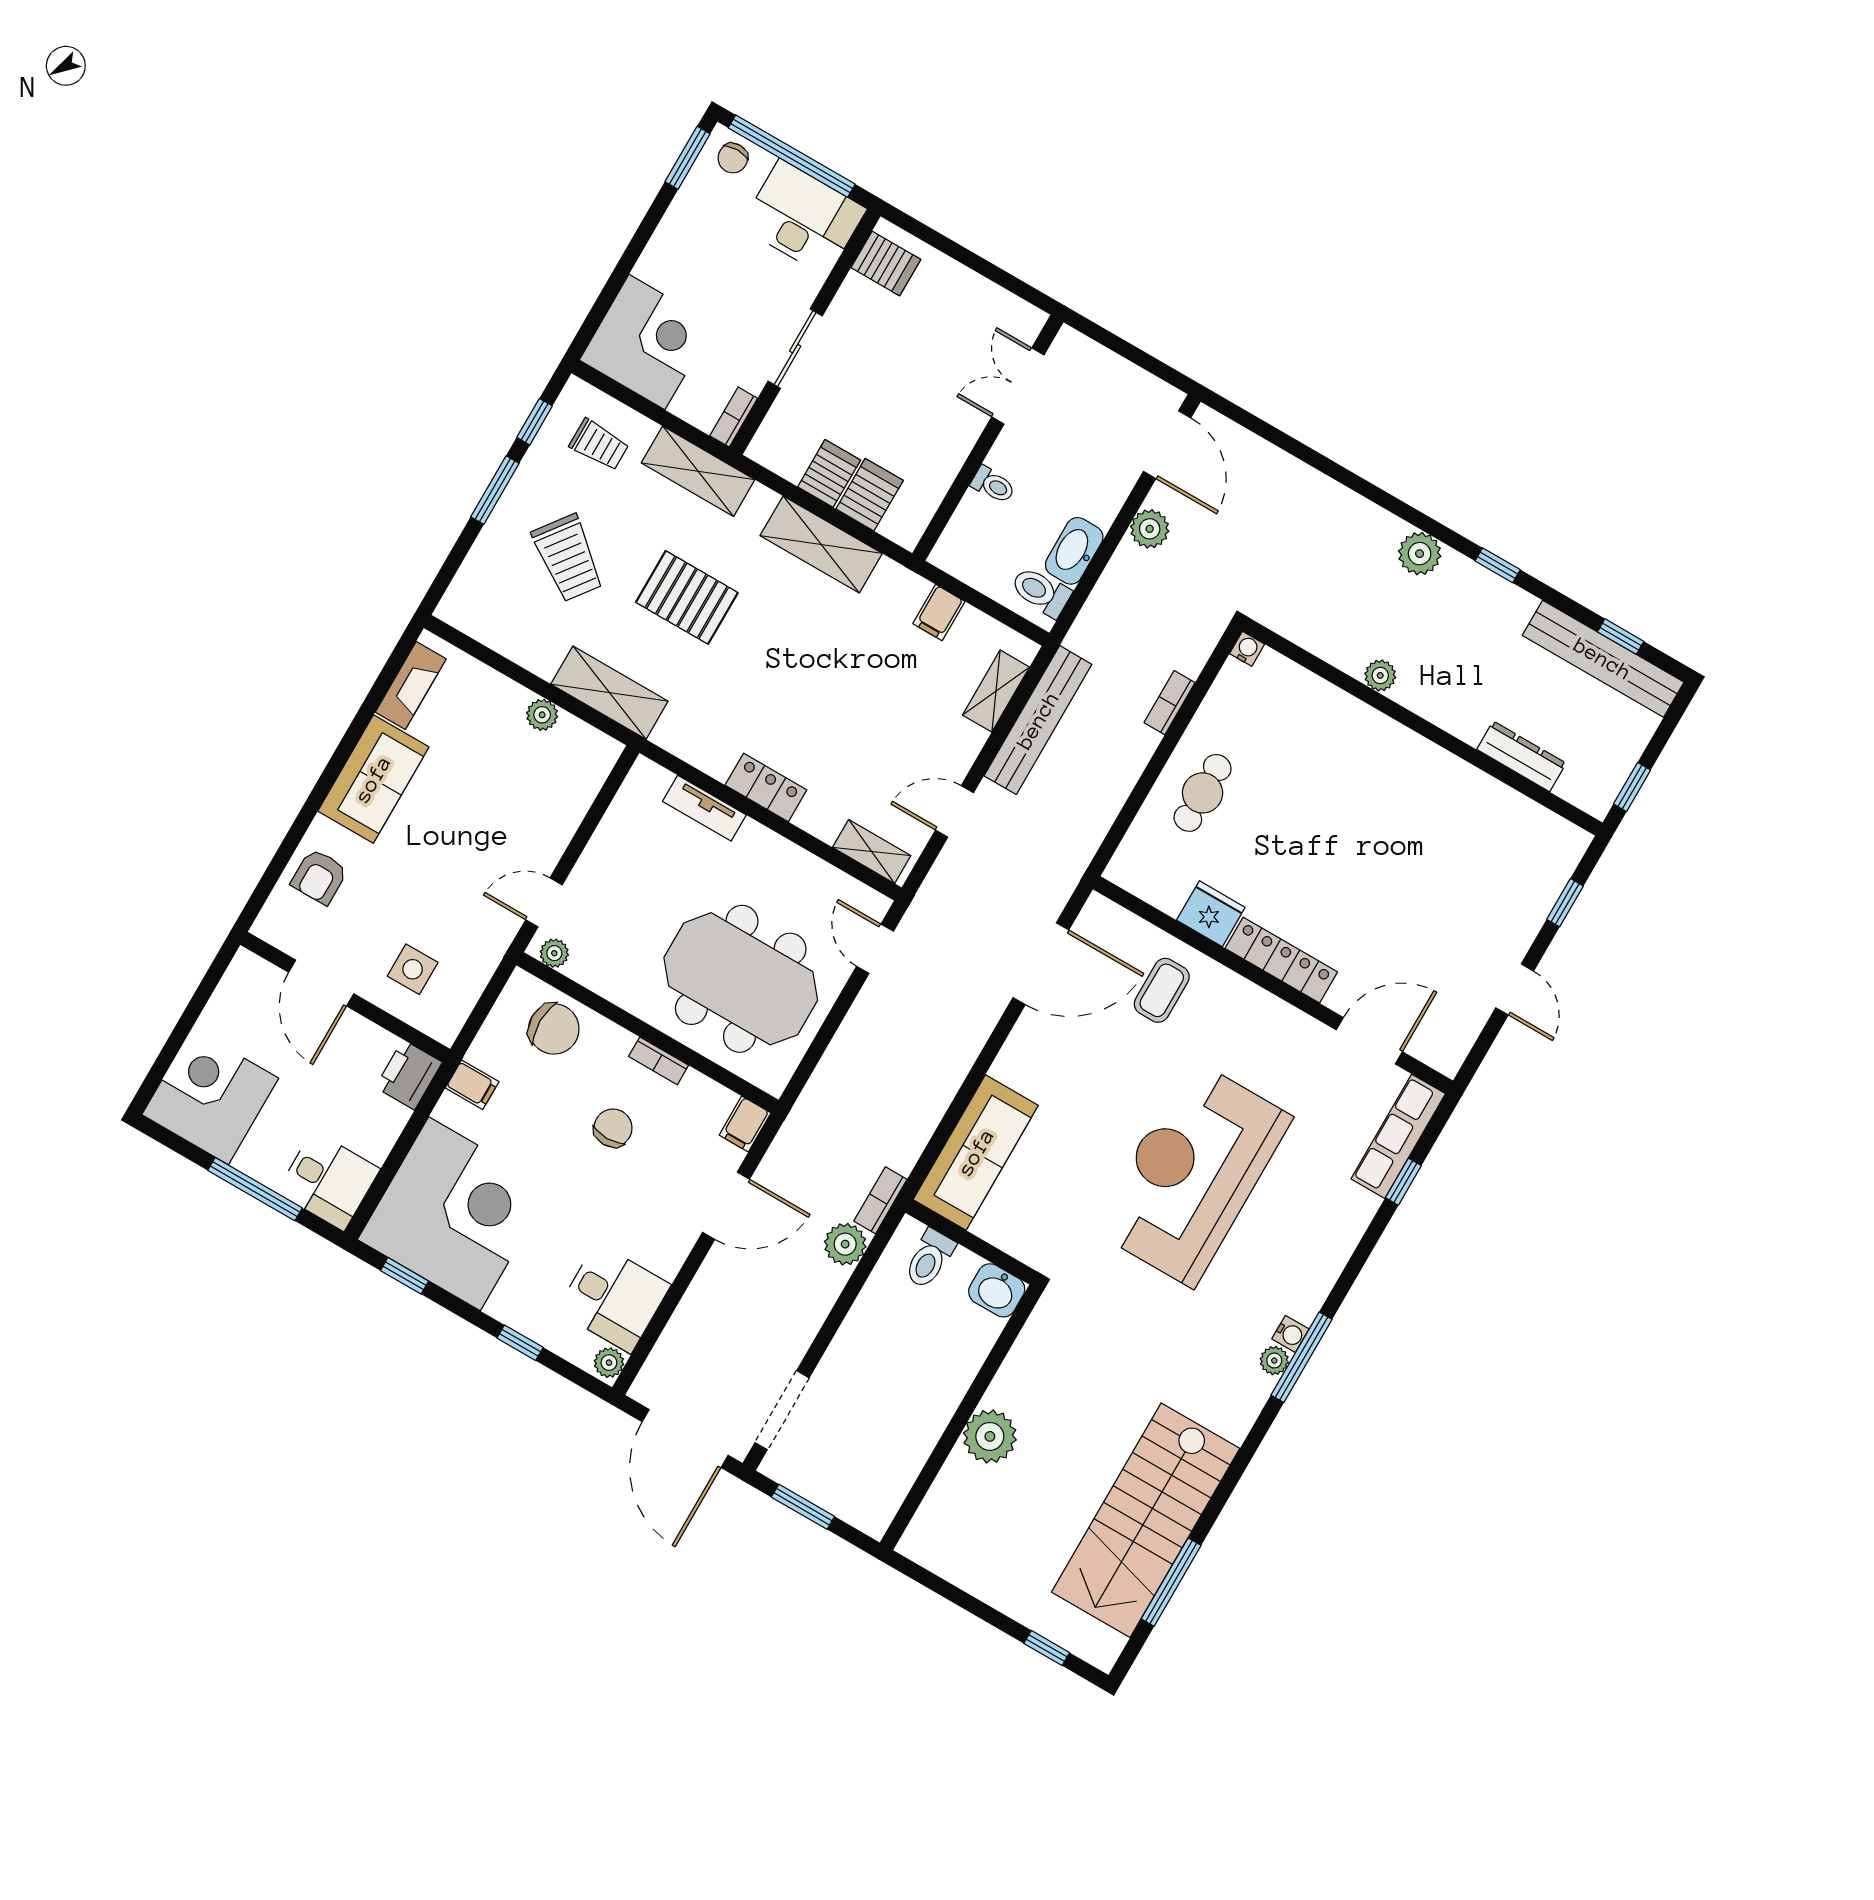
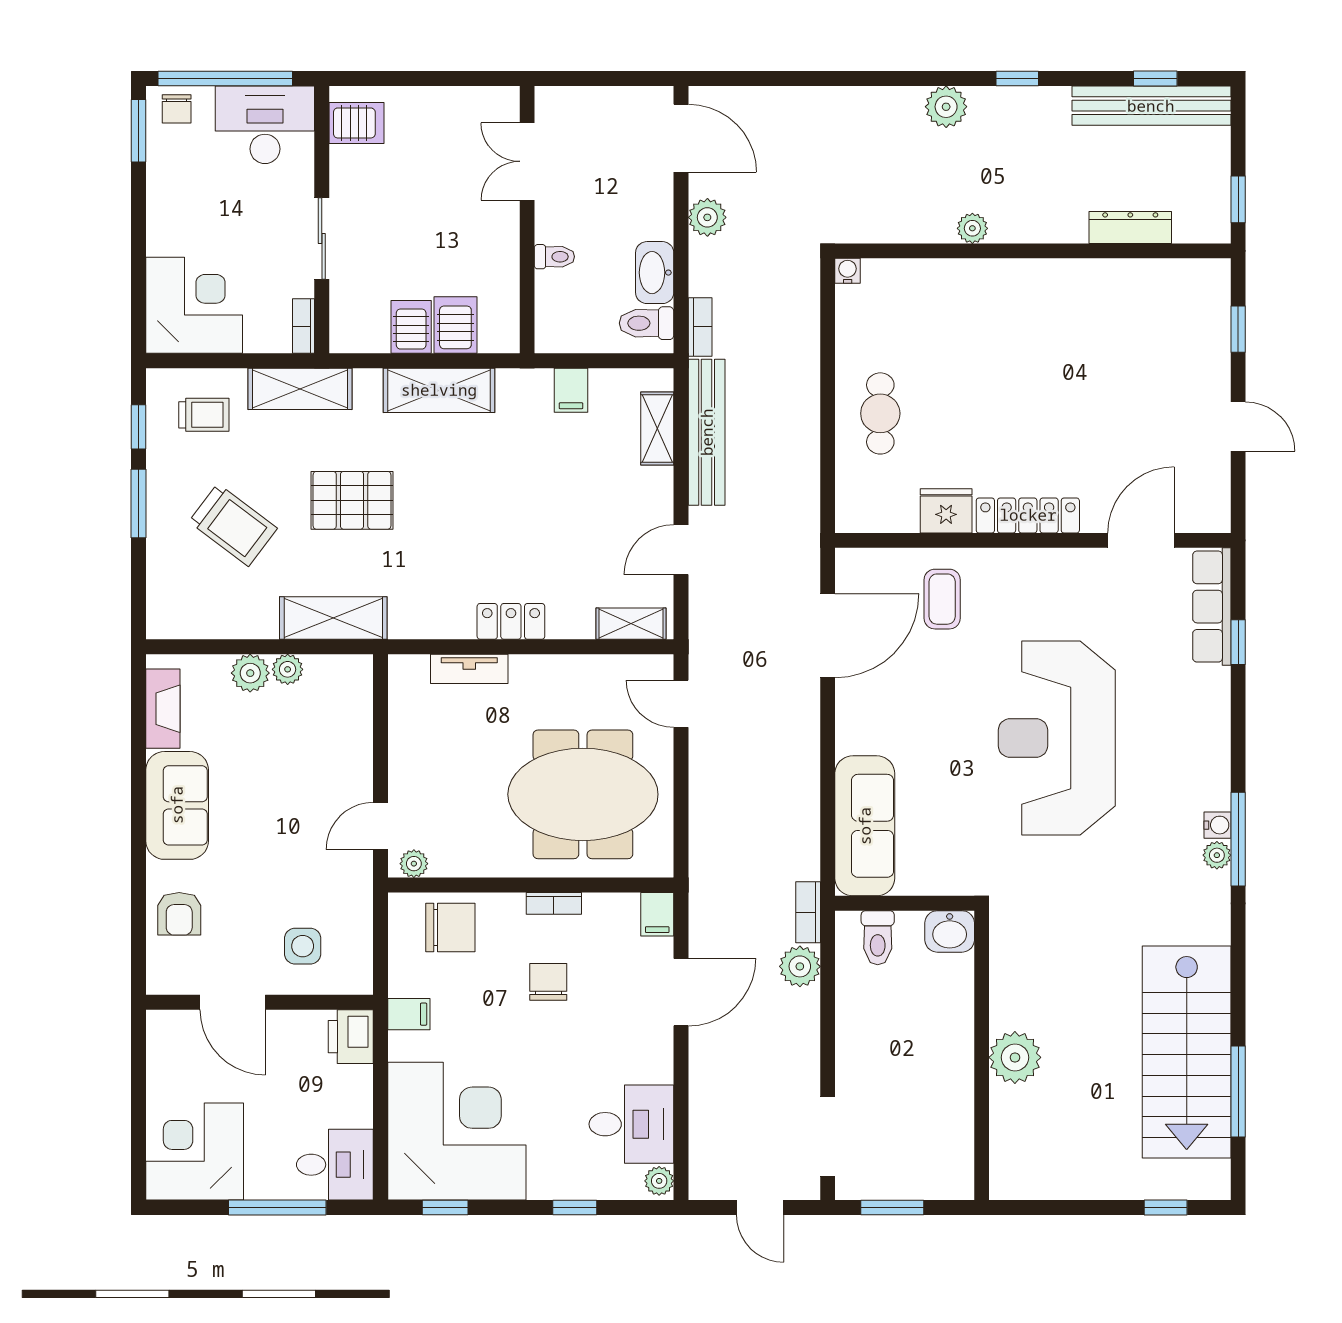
plant: (507, 699) -> (250, 673), added
bookcase: (1170, 703) -> (700, 327), moved, turned 180
door: (685, 1438) -> (760, 1208), width x0.53

